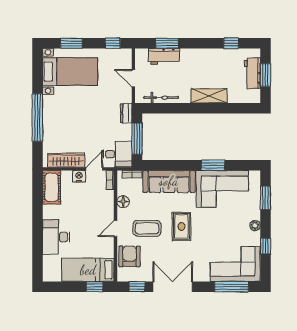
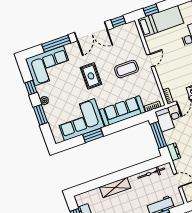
window: (265, 198) -> (41, 115), moved
floor lamp: (123, 202) -> (152, 83), removed
rug: (181, 226) -> (91, 76), moved
armchair: (130, 256) -> (132, 43), removed
window: (232, 287) -> (56, 44), moved

